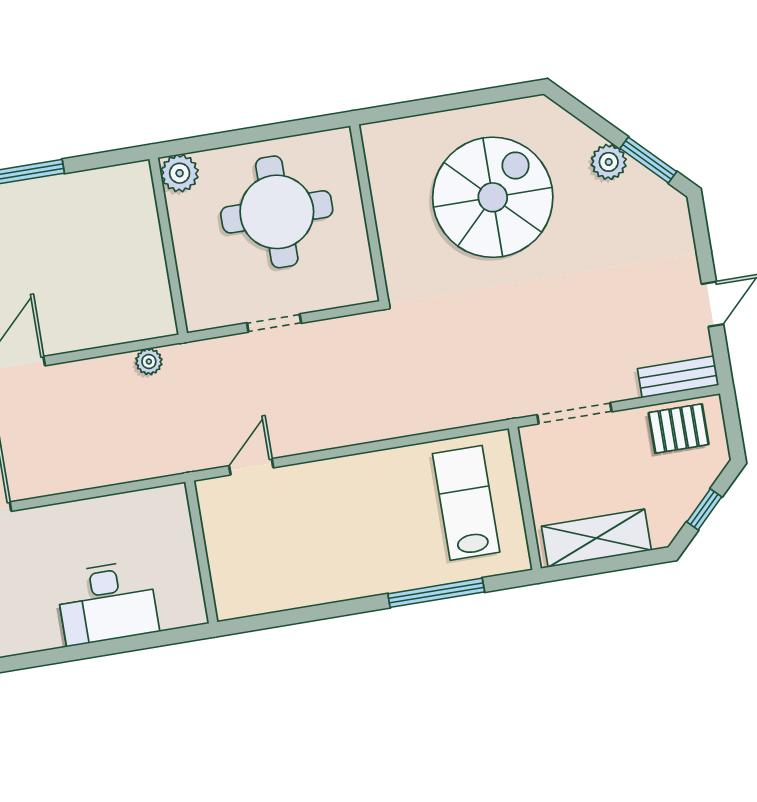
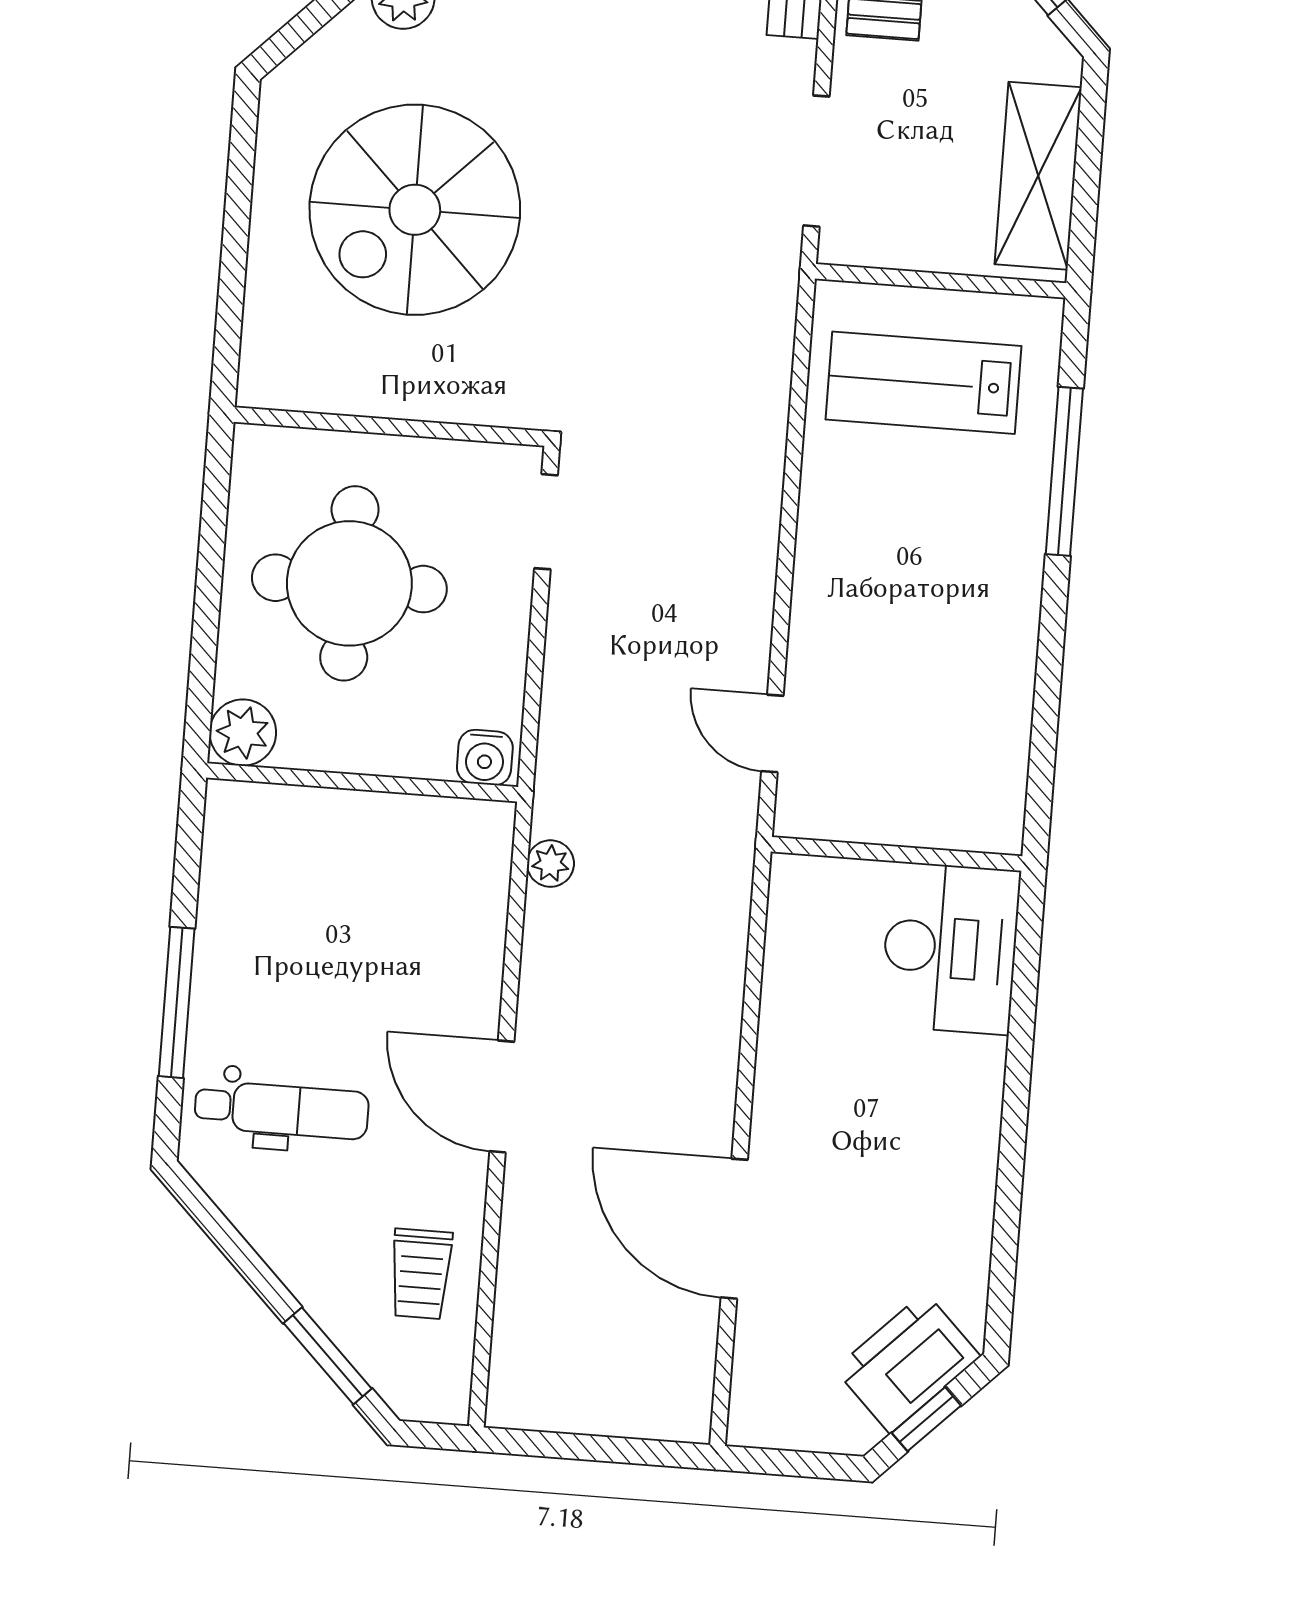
spiral stairs: (493, 197) -> (415, 210), turned -90
water cooler: (199, 311) -> (485, 757), added
doorway: (274, 323) -> (546, 522), moved
desk: (107, 603) -> (950, 948), moved

